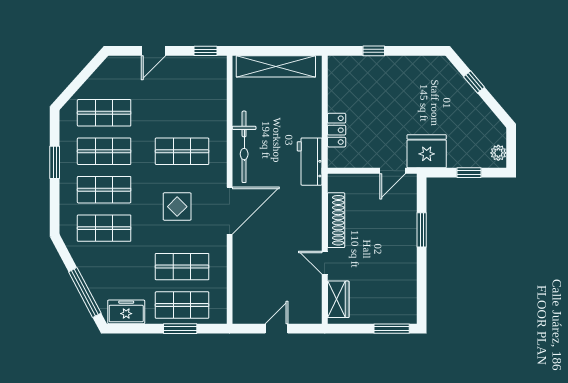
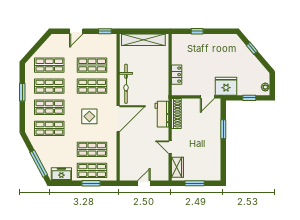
shop shelf: (182, 113) -> (92, 65), added
workbench: (310, 162) -> (162, 114), moved
shoe rack: (336, 220) -> (176, 113), moved
window: (392, 329) -> (195, 183), moved

